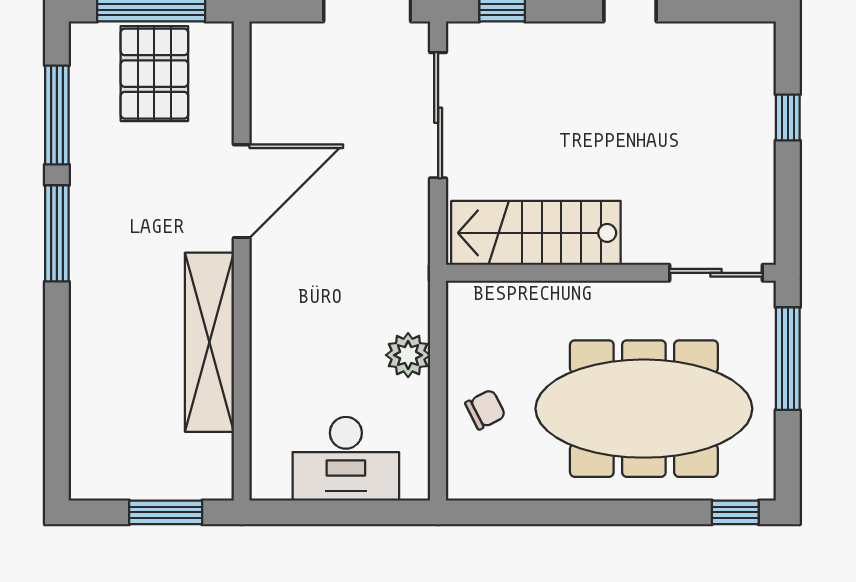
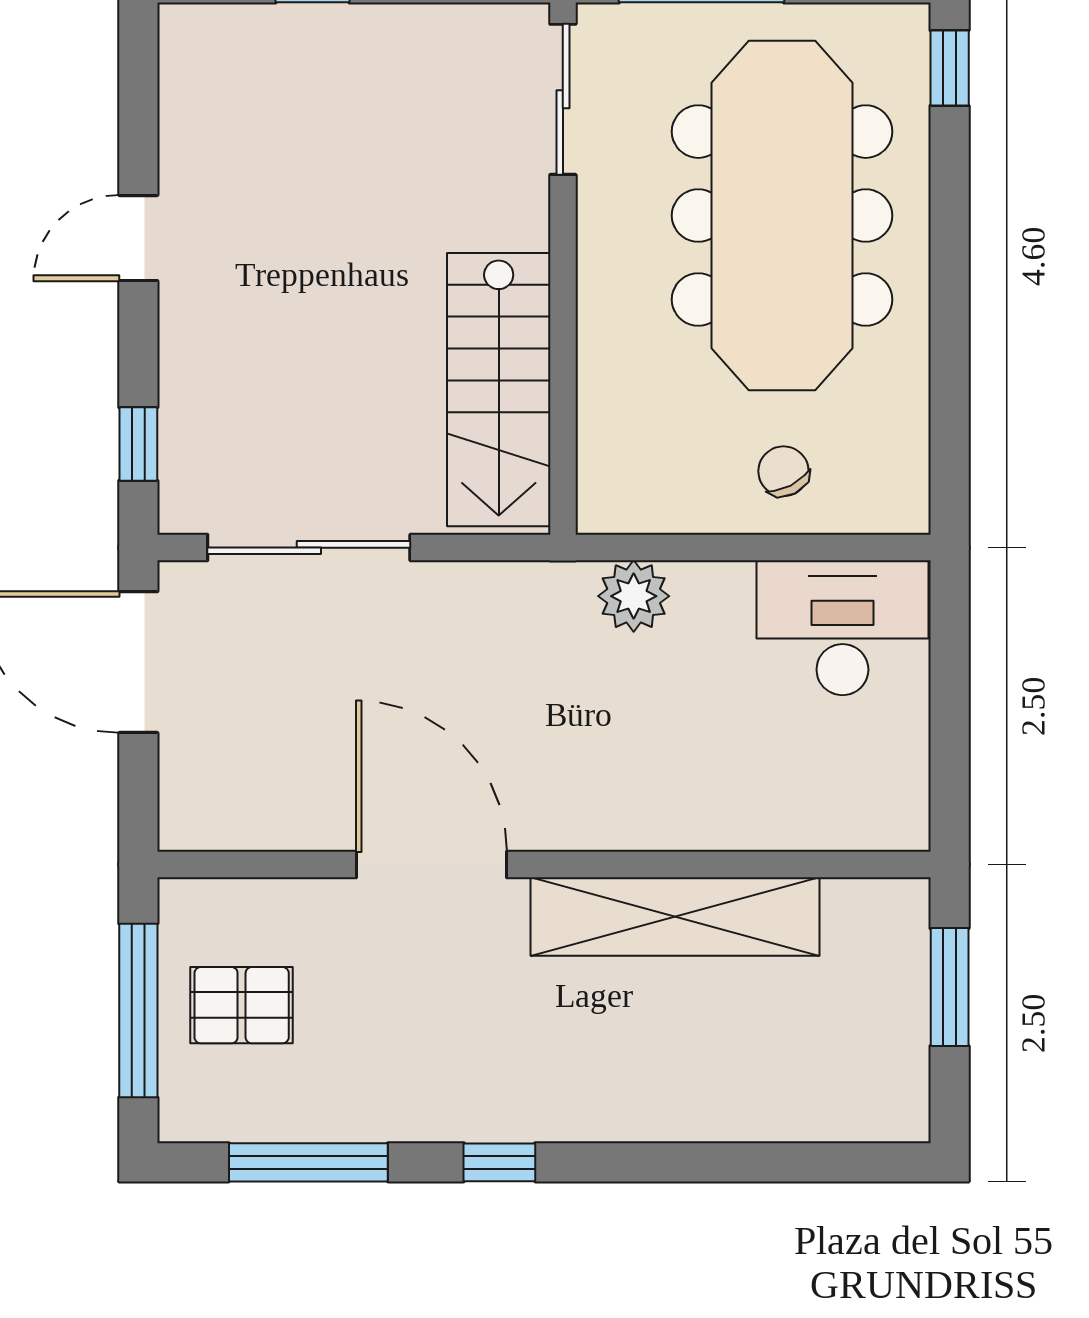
pallet: (154, 74) -> (242, 1005), width x0.67, depth x0.71
window: (57, 233) -> (499, 1162), width x0.46
plant: (408, 355) -> (634, 596), moved
desk: (346, 459) -> (842, 628), moved, turned -90

